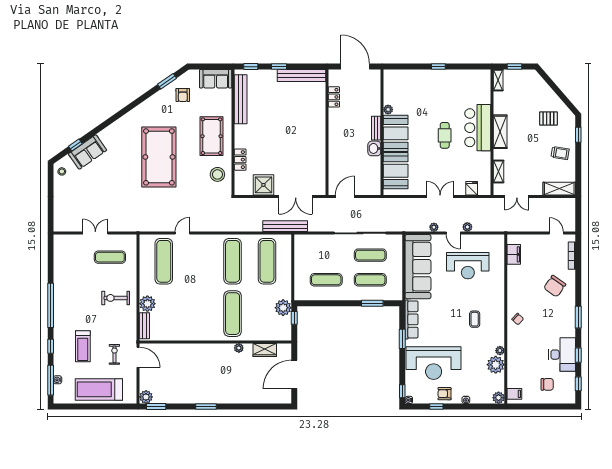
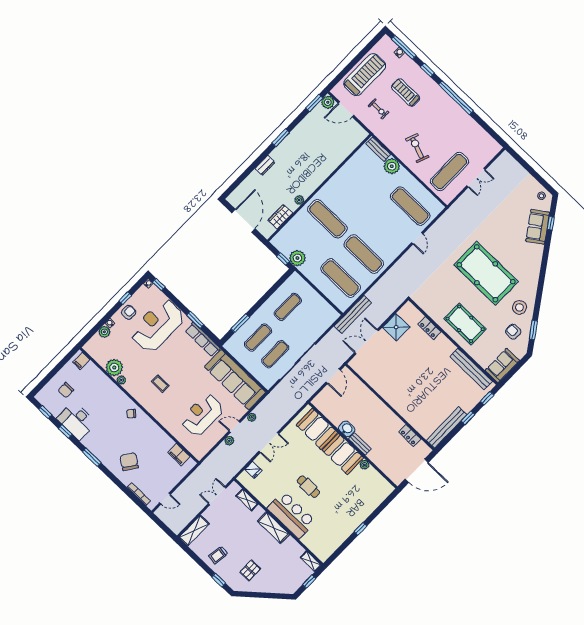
stool: (217, 174) -> (519, 307), moved
exercise mat: (110, 257) -> (449, 172), width x1.36, depth x1.45
exercise bike: (116, 298) -> (417, 148), turned -70
door: (138, 357) -> (346, 109), moved
dresser: (238, 398) -> (265, 165), added
plant: (499, 398) -> (104, 332), moved

